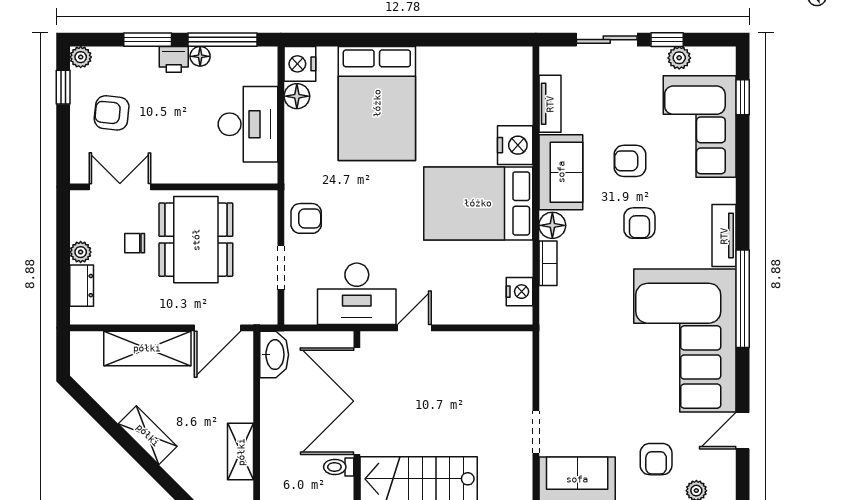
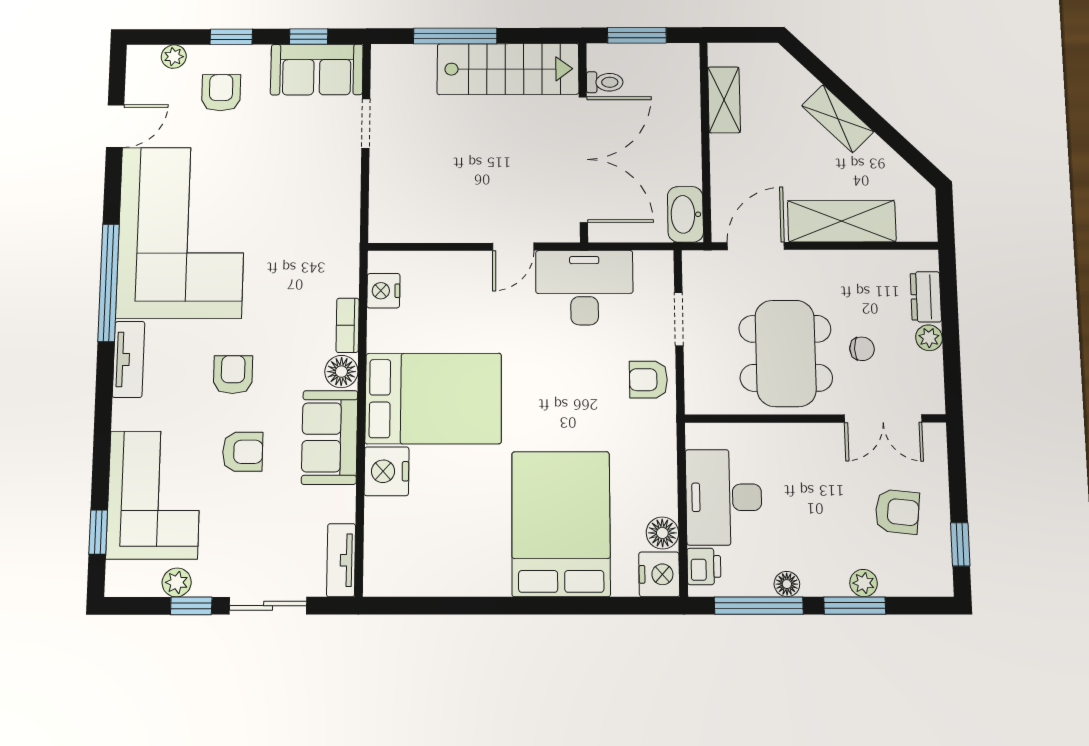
plant: (81, 57) -> (864, 583), moved
printer: (174, 59) -> (704, 566), moved, turned 90
tv unit: (550, 104) -> (341, 560), moved

